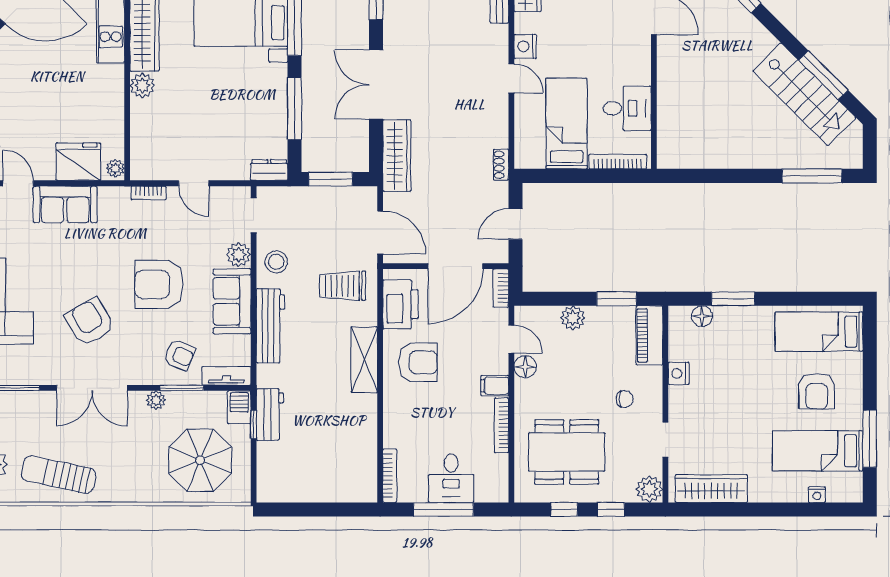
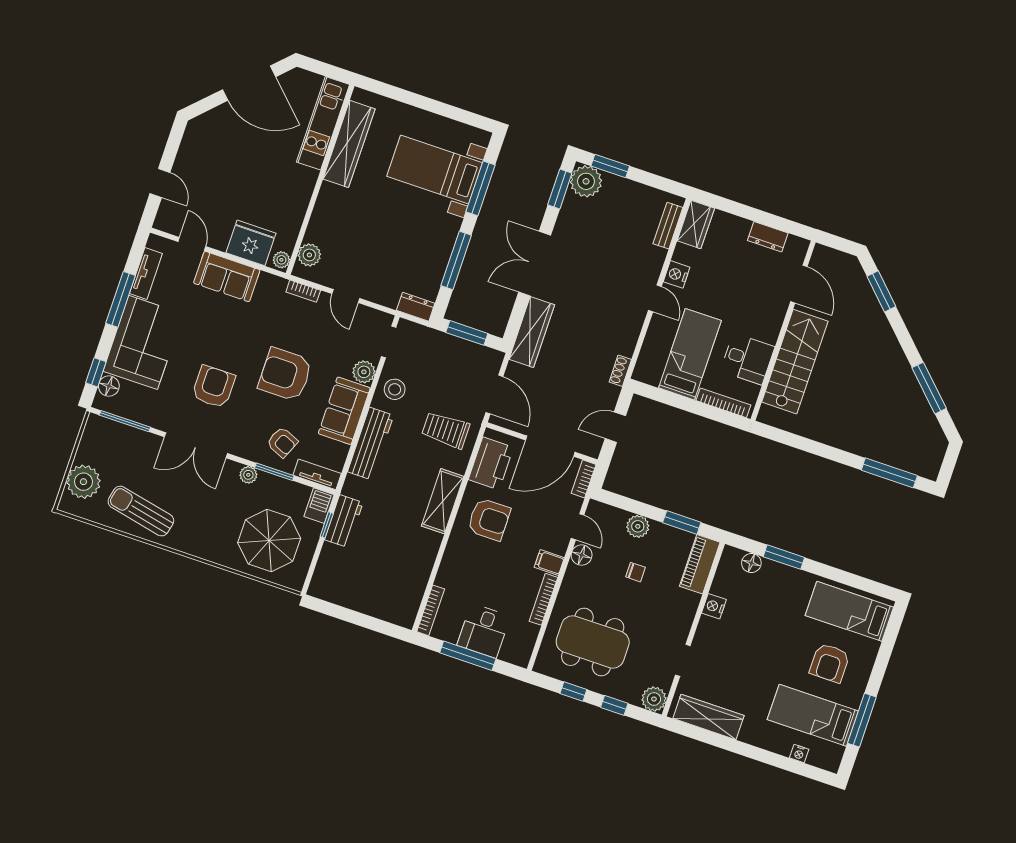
plant: (142, 86) -> (309, 255), moved
stairs: (804, 94) -> (795, 362), moved, turned -135
armchair: (90, 322) -> (214, 387), turned 30
chair: (625, 399) -> (636, 572), moved

